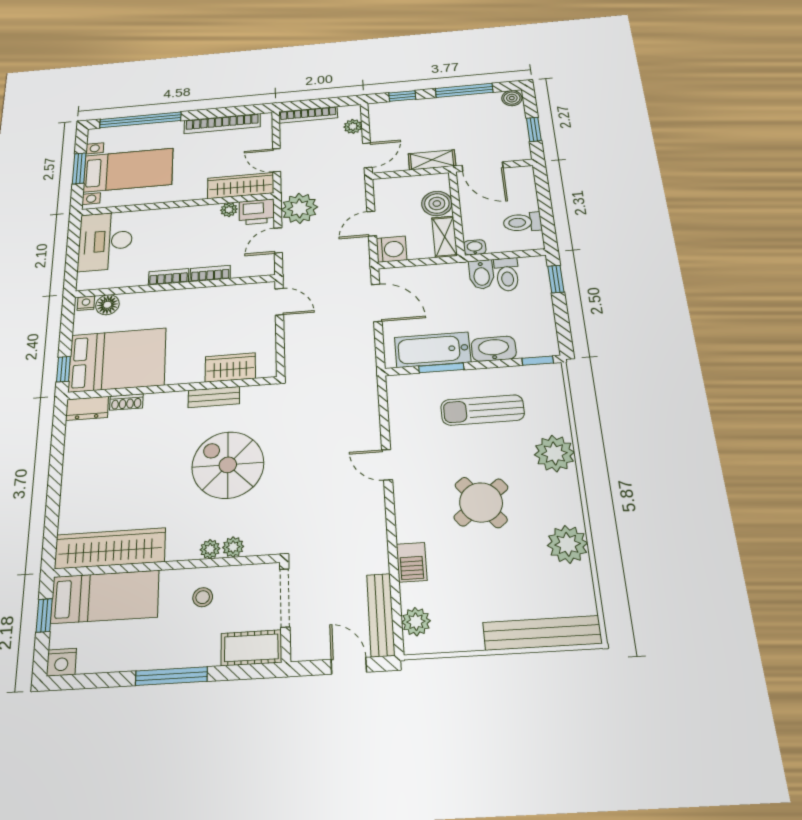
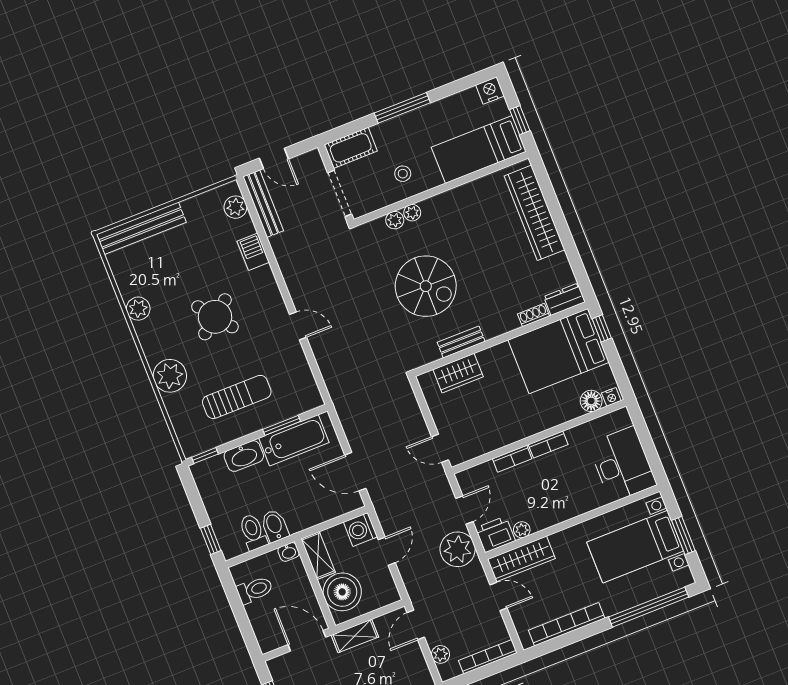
boiler: (437, 203) -> (342, 592), width x1.37, depth x1.37
plant: (568, 544) -> (138, 309), width x0.73, depth x0.73
wardrobe: (110, 548) -> (535, 213), moved, turned 90

